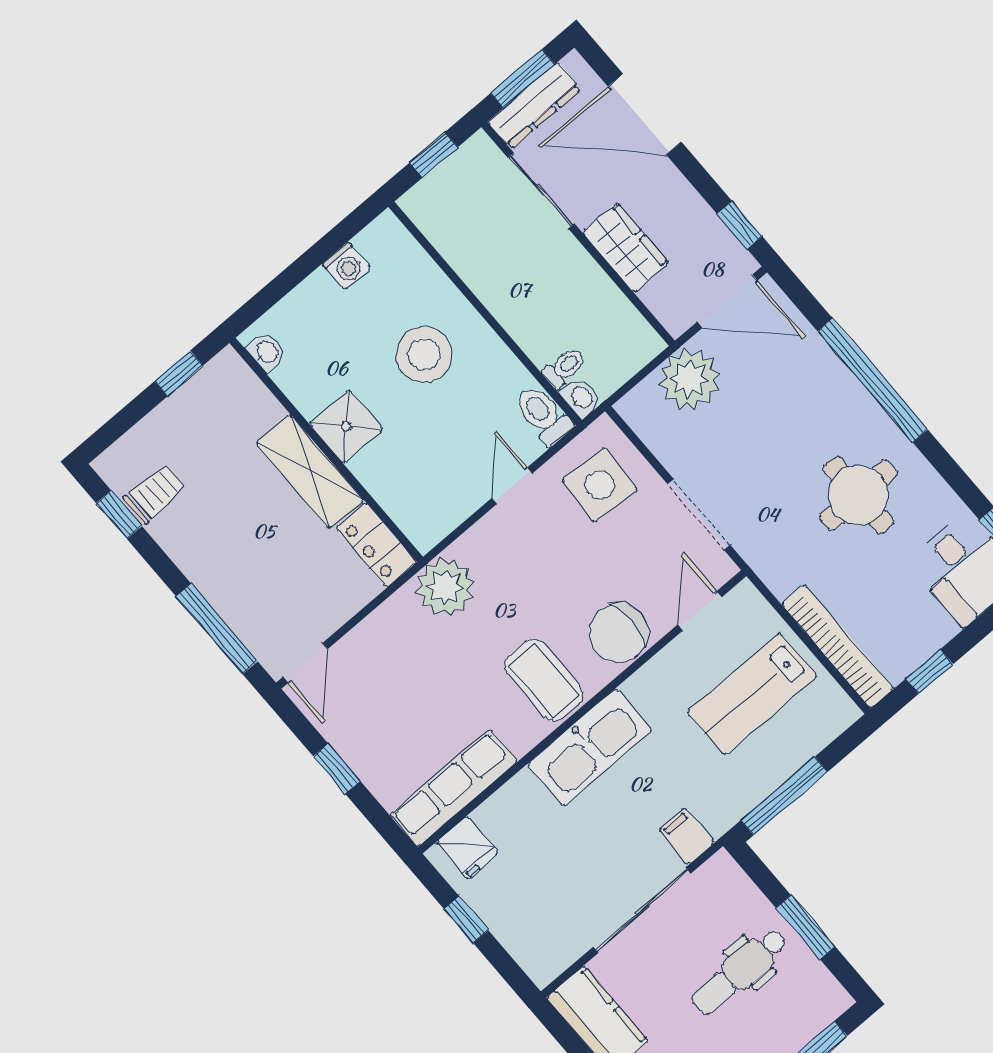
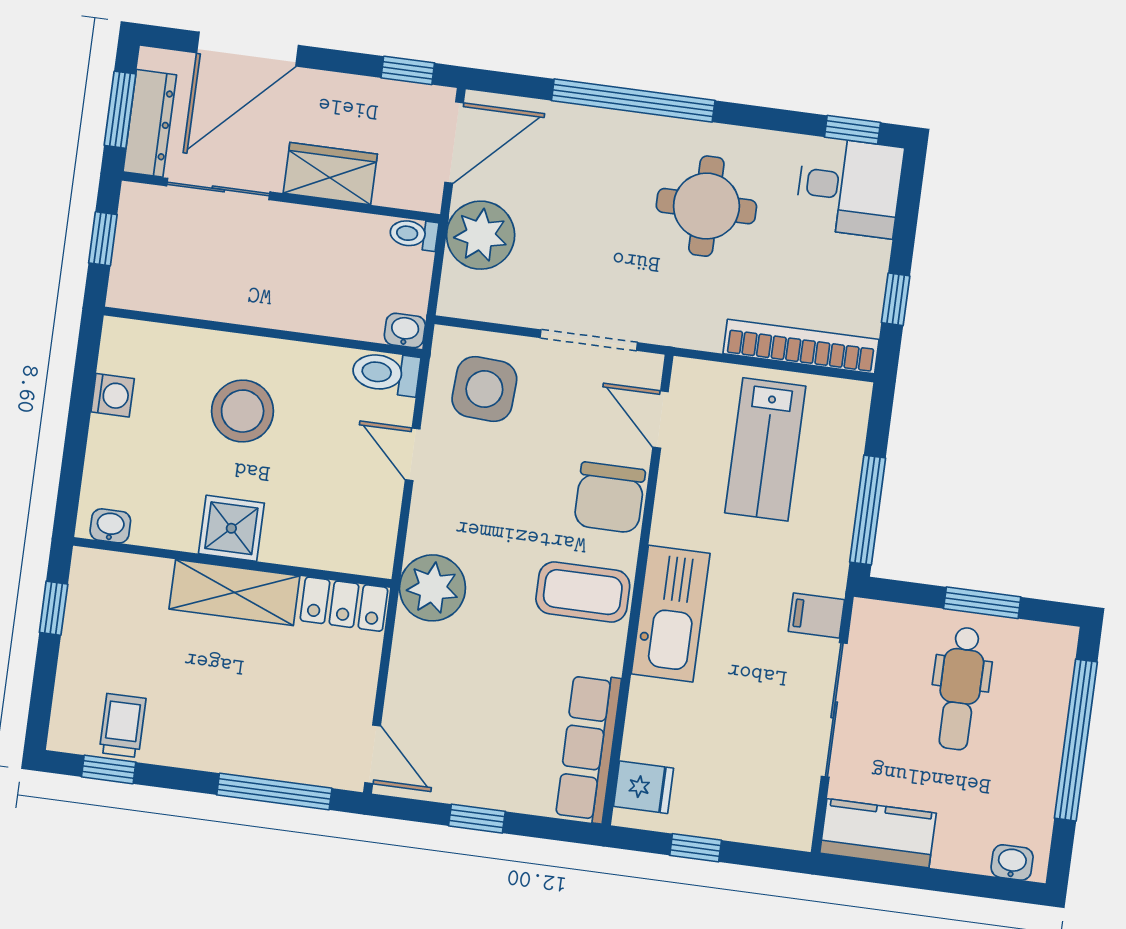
toilet: (564, 367) -> (414, 234), moved, turned -90

